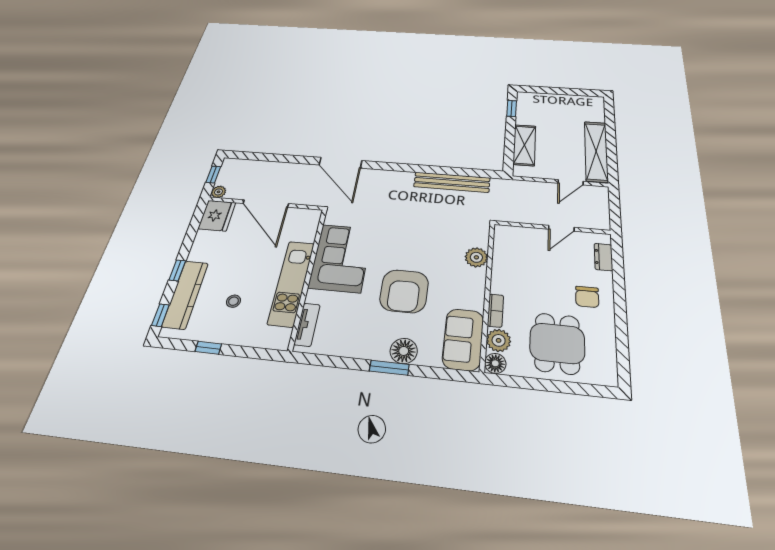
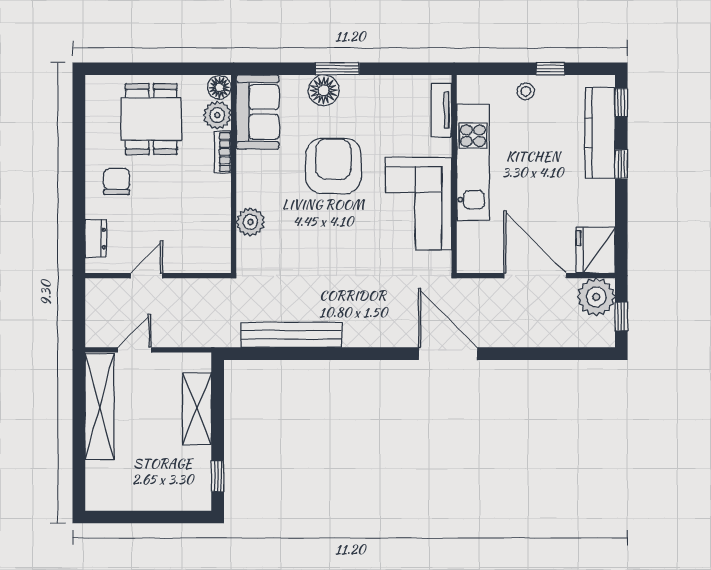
plant: (219, 192) -> (596, 297), width x1.87, depth x1.87
stool: (233, 301) -> (526, 91), moved

